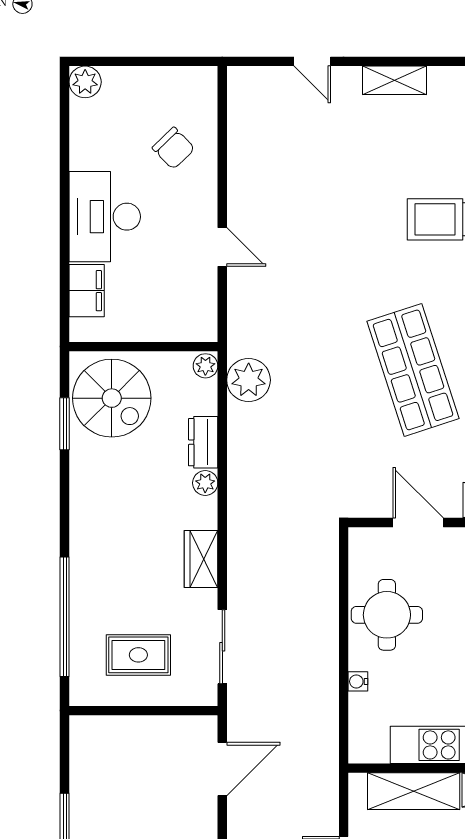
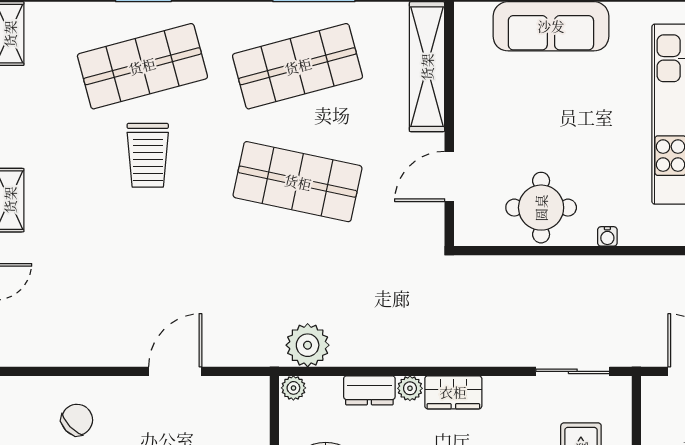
door: (222, 247) -> (175, 371), width x1.38
shop shelf: (413, 370) -> (298, 182), turned 30
wardrobe: (201, 559) -> (453, 392), moved

